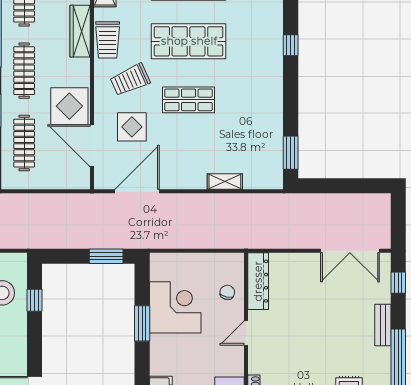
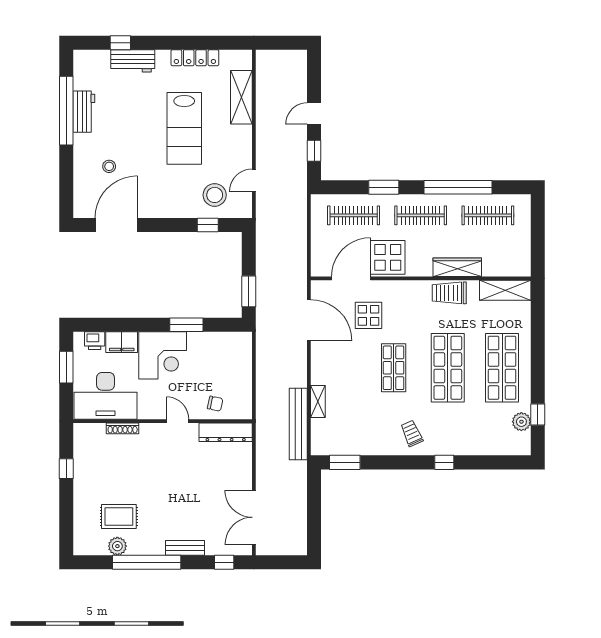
trolley: (130, 80) -> (412, 433), moved, width x0.73, depth x0.72
bench: (249, 203) -> (298, 424), added
corner desk: (175, 307) -> (163, 355), moved

